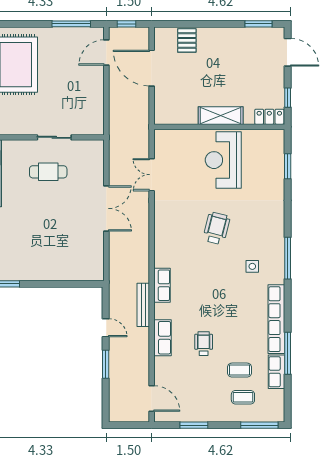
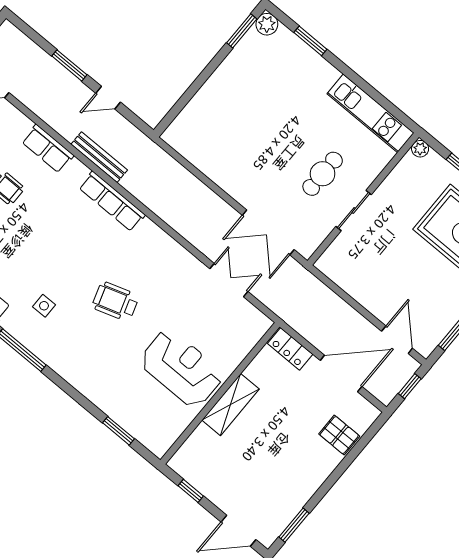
locker: (269, 117) -> (290, 349), moved, turned 90
double door: (106, 208) -> (268, 232), moved
wheelchair: (216, 228) -> (115, 301), turned 148
row of seats: (162, 285) -> (112, 201), width x1.48

